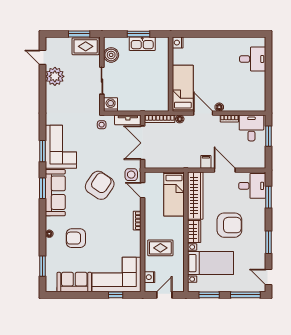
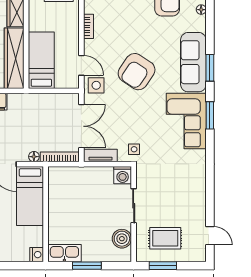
kitchen sink: (142, 44) -> (64, 253), moved
rug: (86, 46) -> (165, 238), moved
plant: (55, 76) -> (194, 211), removed

